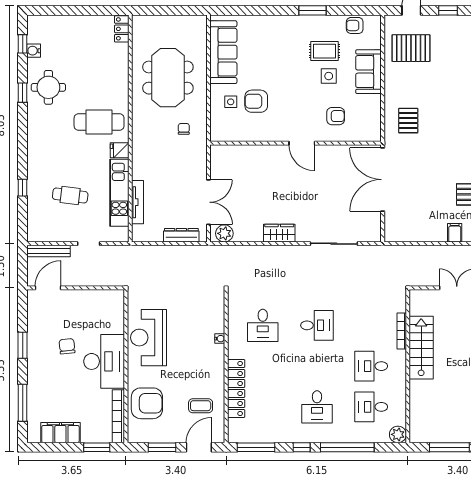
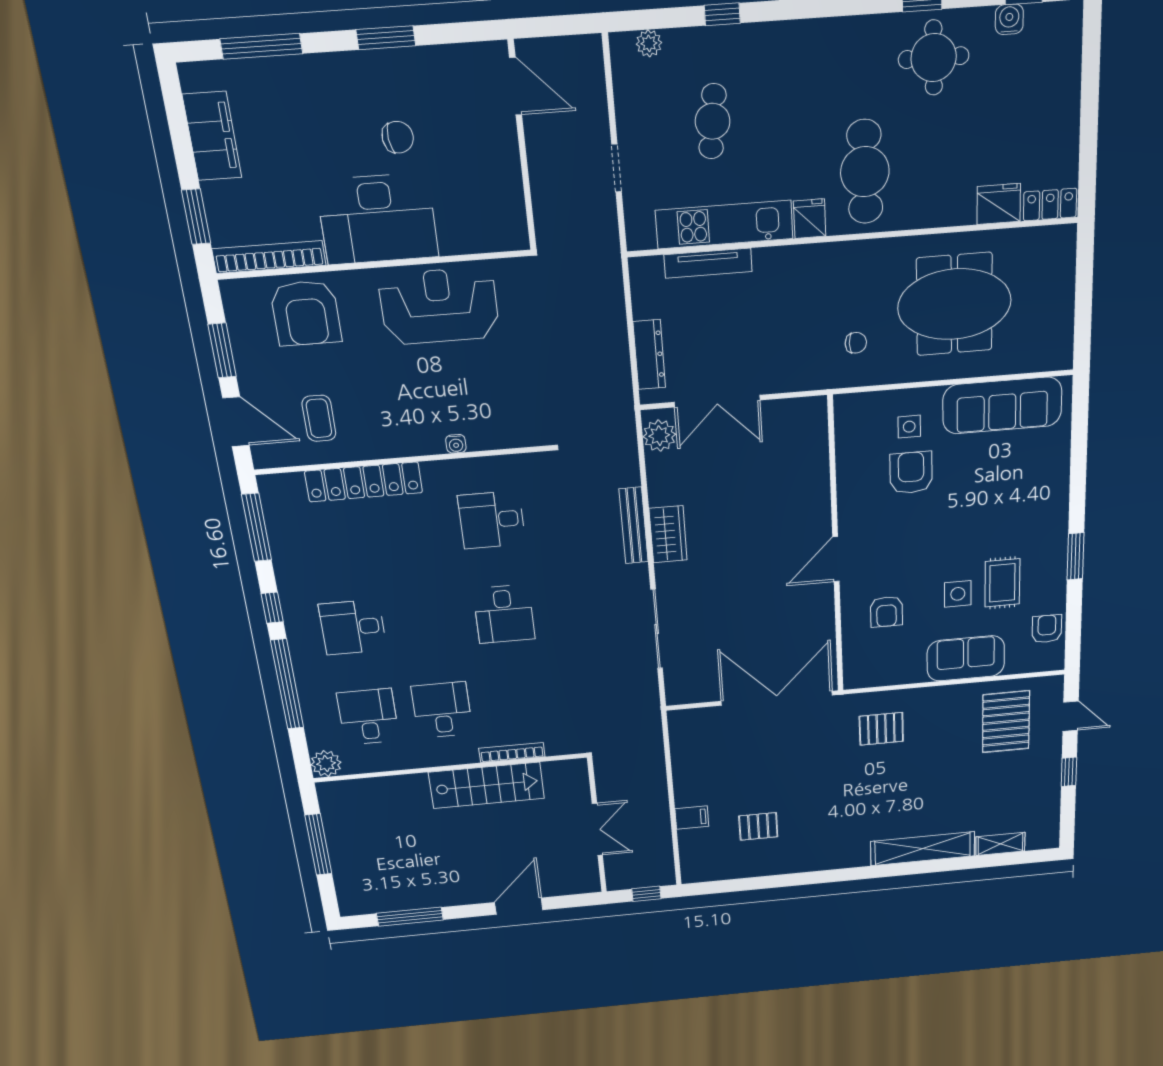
fridge: (119, 55) -> (999, 204), added
plant: (33, 223) -> (649, 43), added
bench: (49, 251) -> (634, 525), moved

